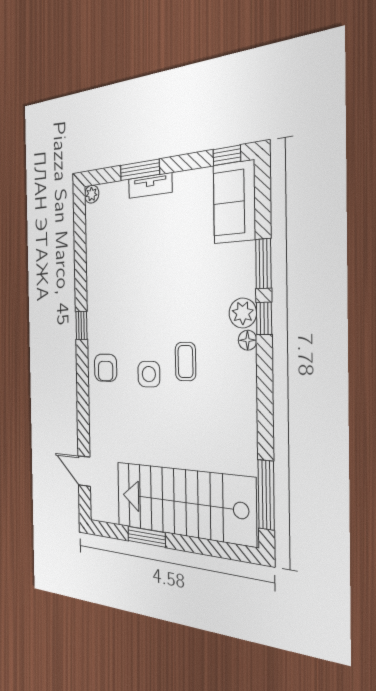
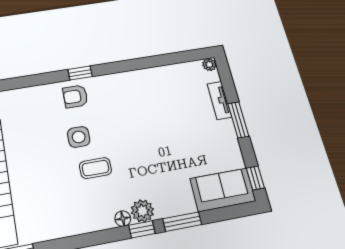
window: (140, 170) -> (238, 120), moved
tv unit: (150, 186) -> (219, 100), moved
window: (81, 325) -> (80, 73), moved

